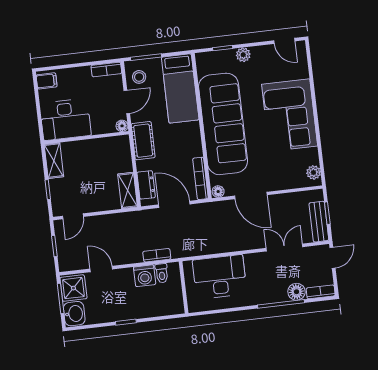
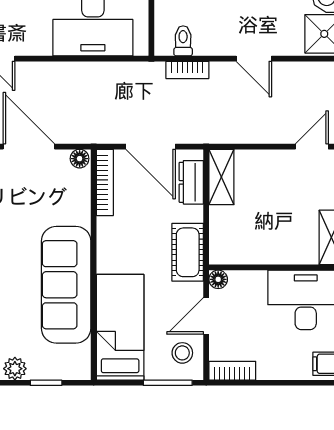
sofa: (223, 124) -> (66, 285), width x0.74, depth x0.79
door: (101, 269) -> (254, 59), moved
washing machine: (145, 276) -> (210, 40), removed

